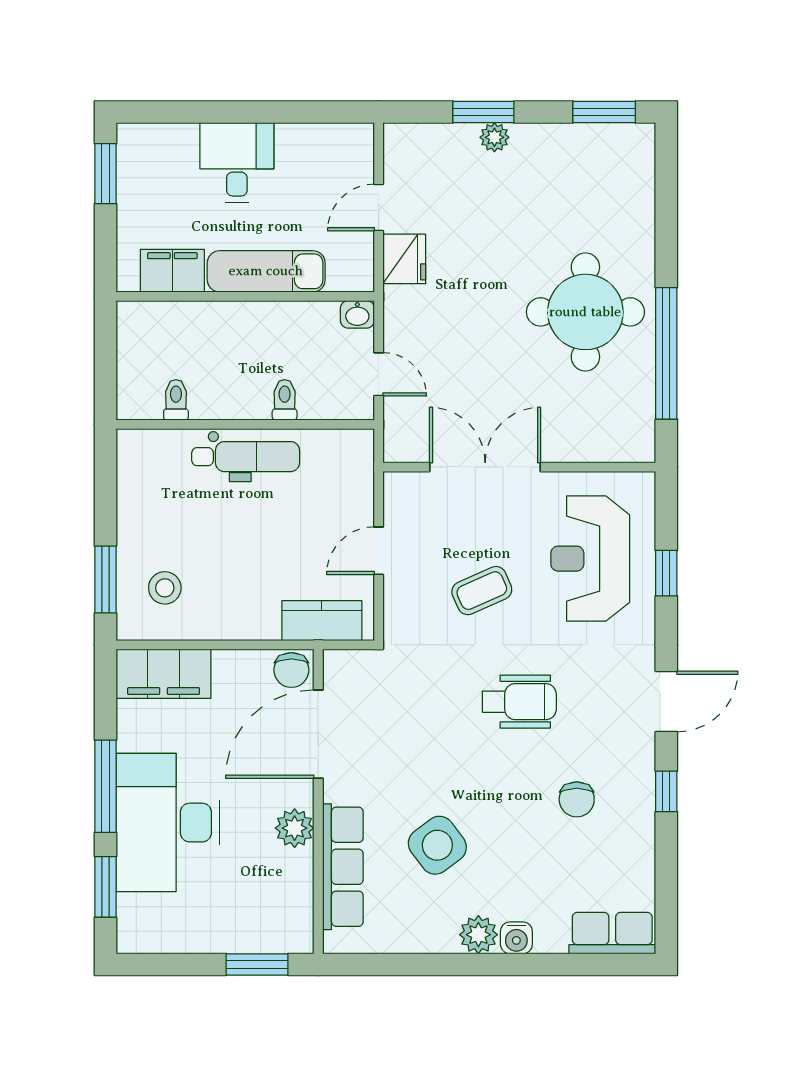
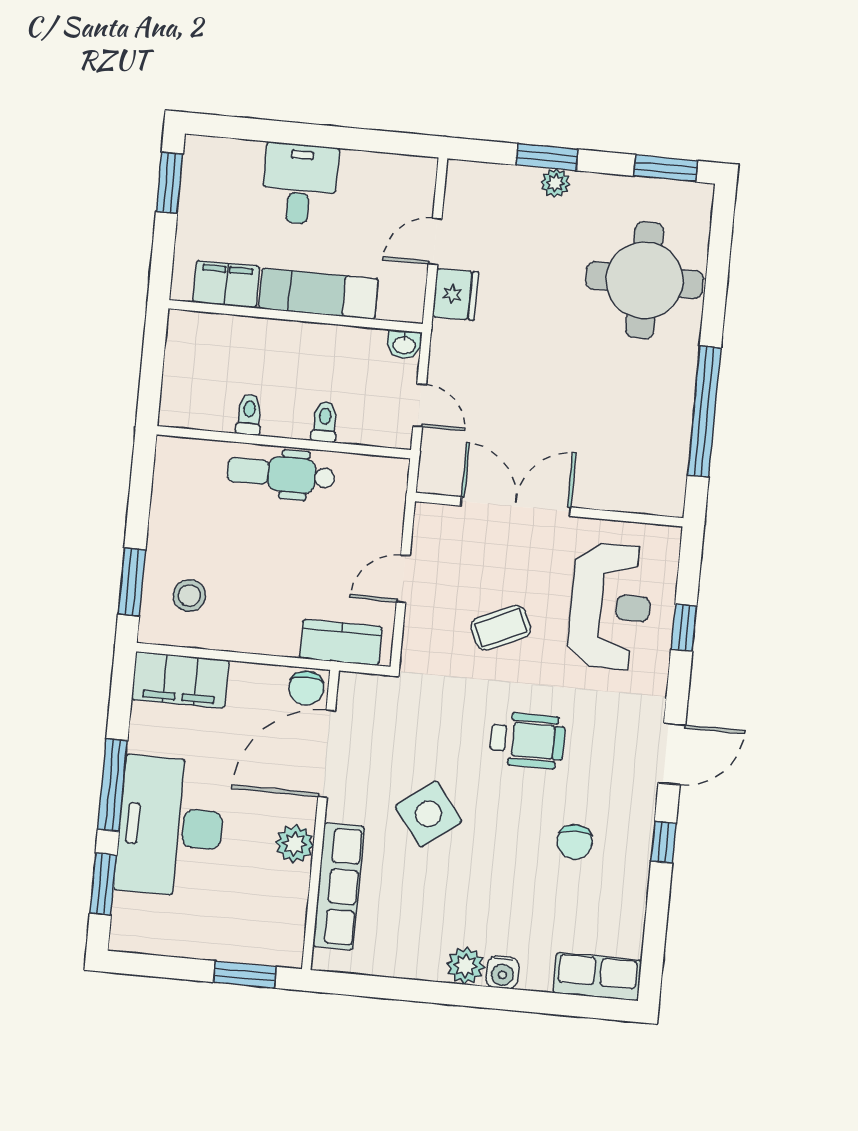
round table: (585, 312) -> (645, 280), moved
toilet: (176, 400) -> (249, 415), moved
dental chair: (246, 457) -> (281, 474), turned 180
reception desk: (590, 559) -> (610, 606), turned 180
side table: (437, 845) -> (428, 814), moved

